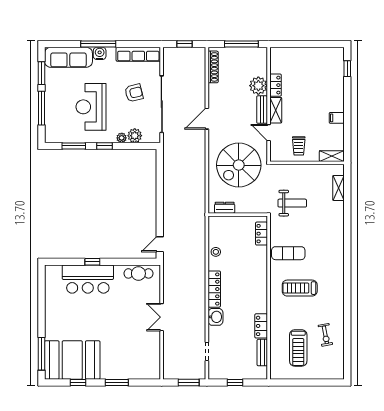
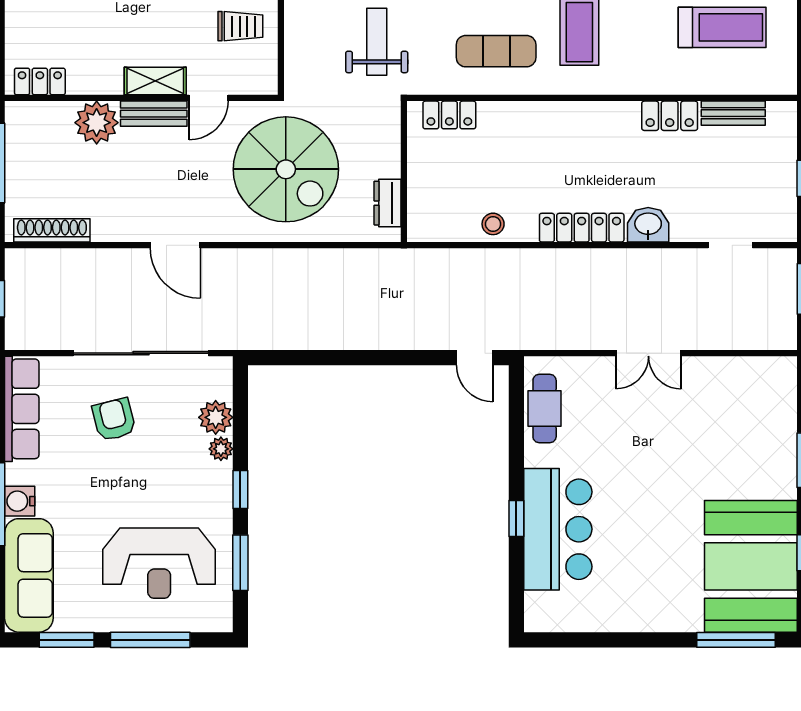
locker: (276, 85) -> (40, 81), moved
reception desk: (91, 107) -> (159, 563), moved
exercise mat: (288, 253) -> (496, 51), turned 90

